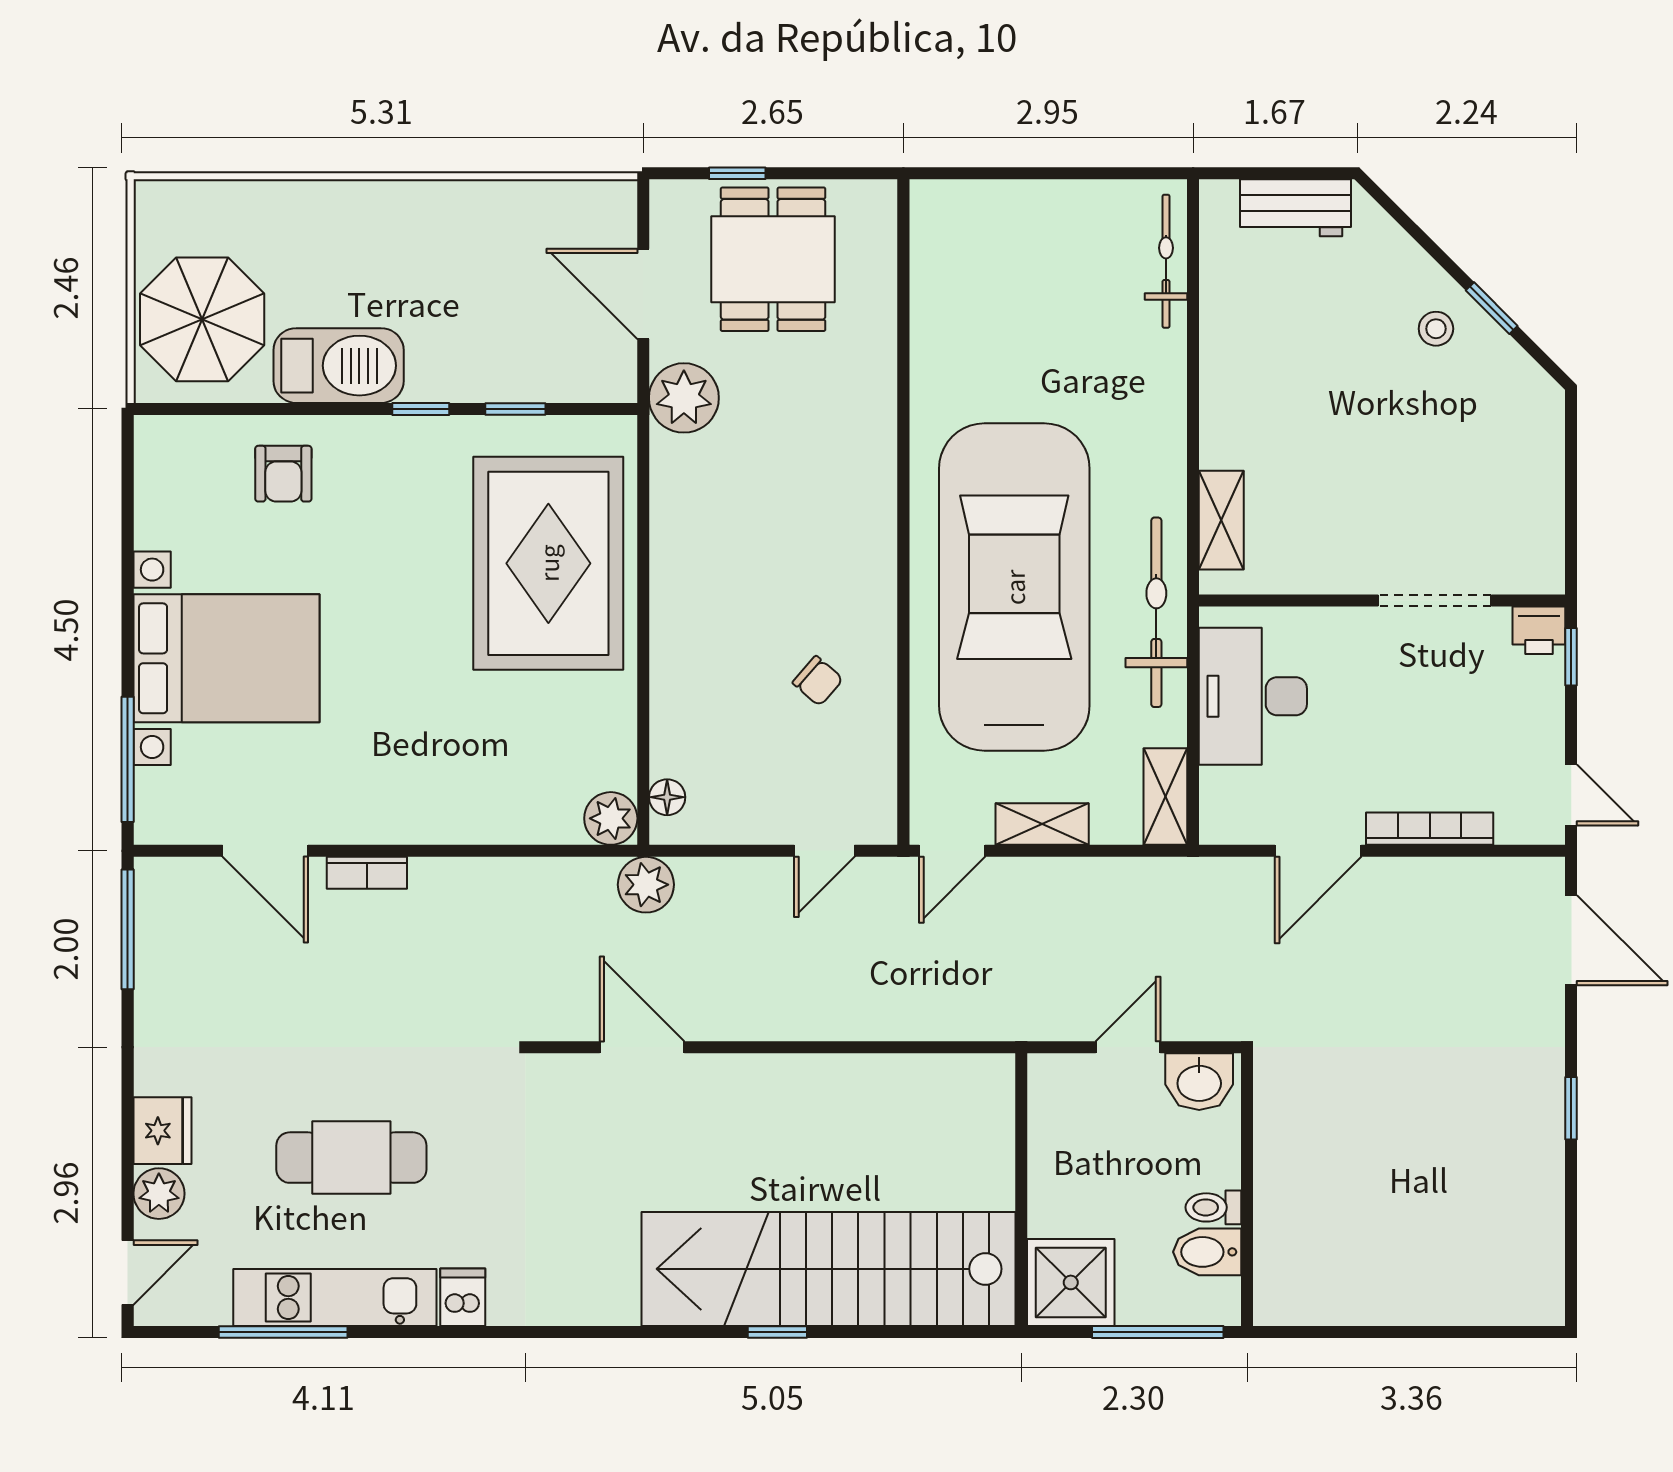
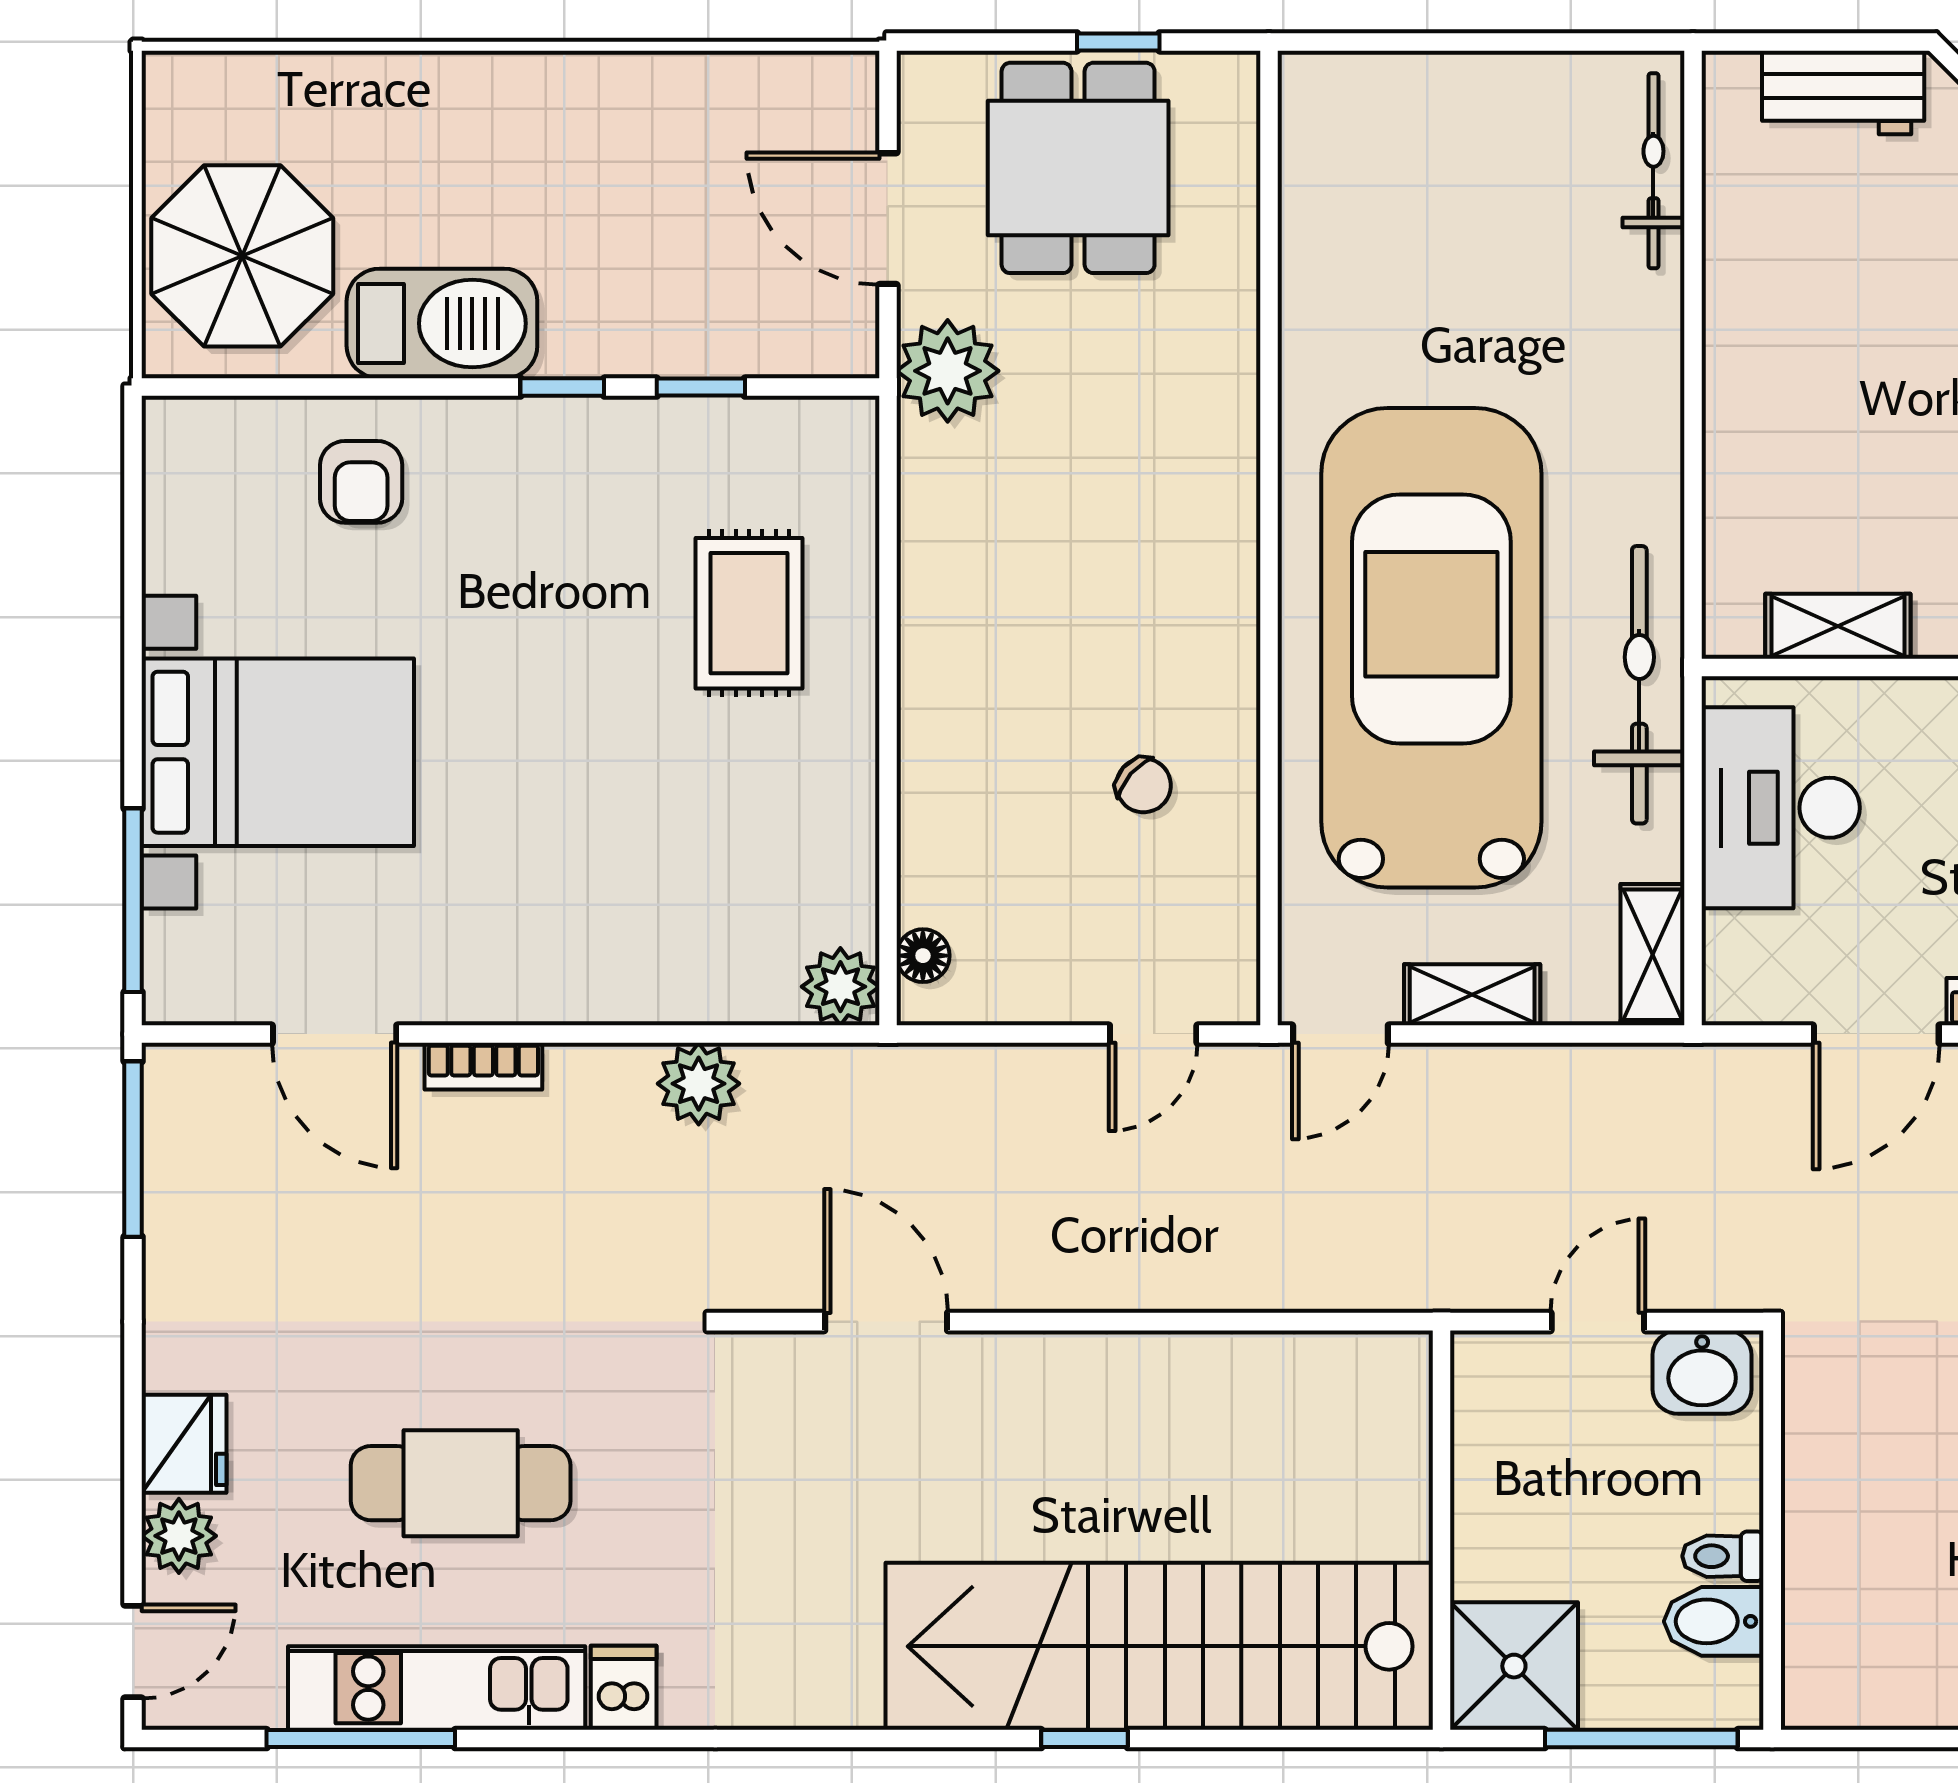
window: (737, 173) -> (1118, 42), moved
shelving: (1221, 520) -> (1838, 626), moved, turned 90
rug: (548, 563) -> (749, 613), width x0.54, depth x0.49
plant: (646, 885) -> (699, 1084), moved

